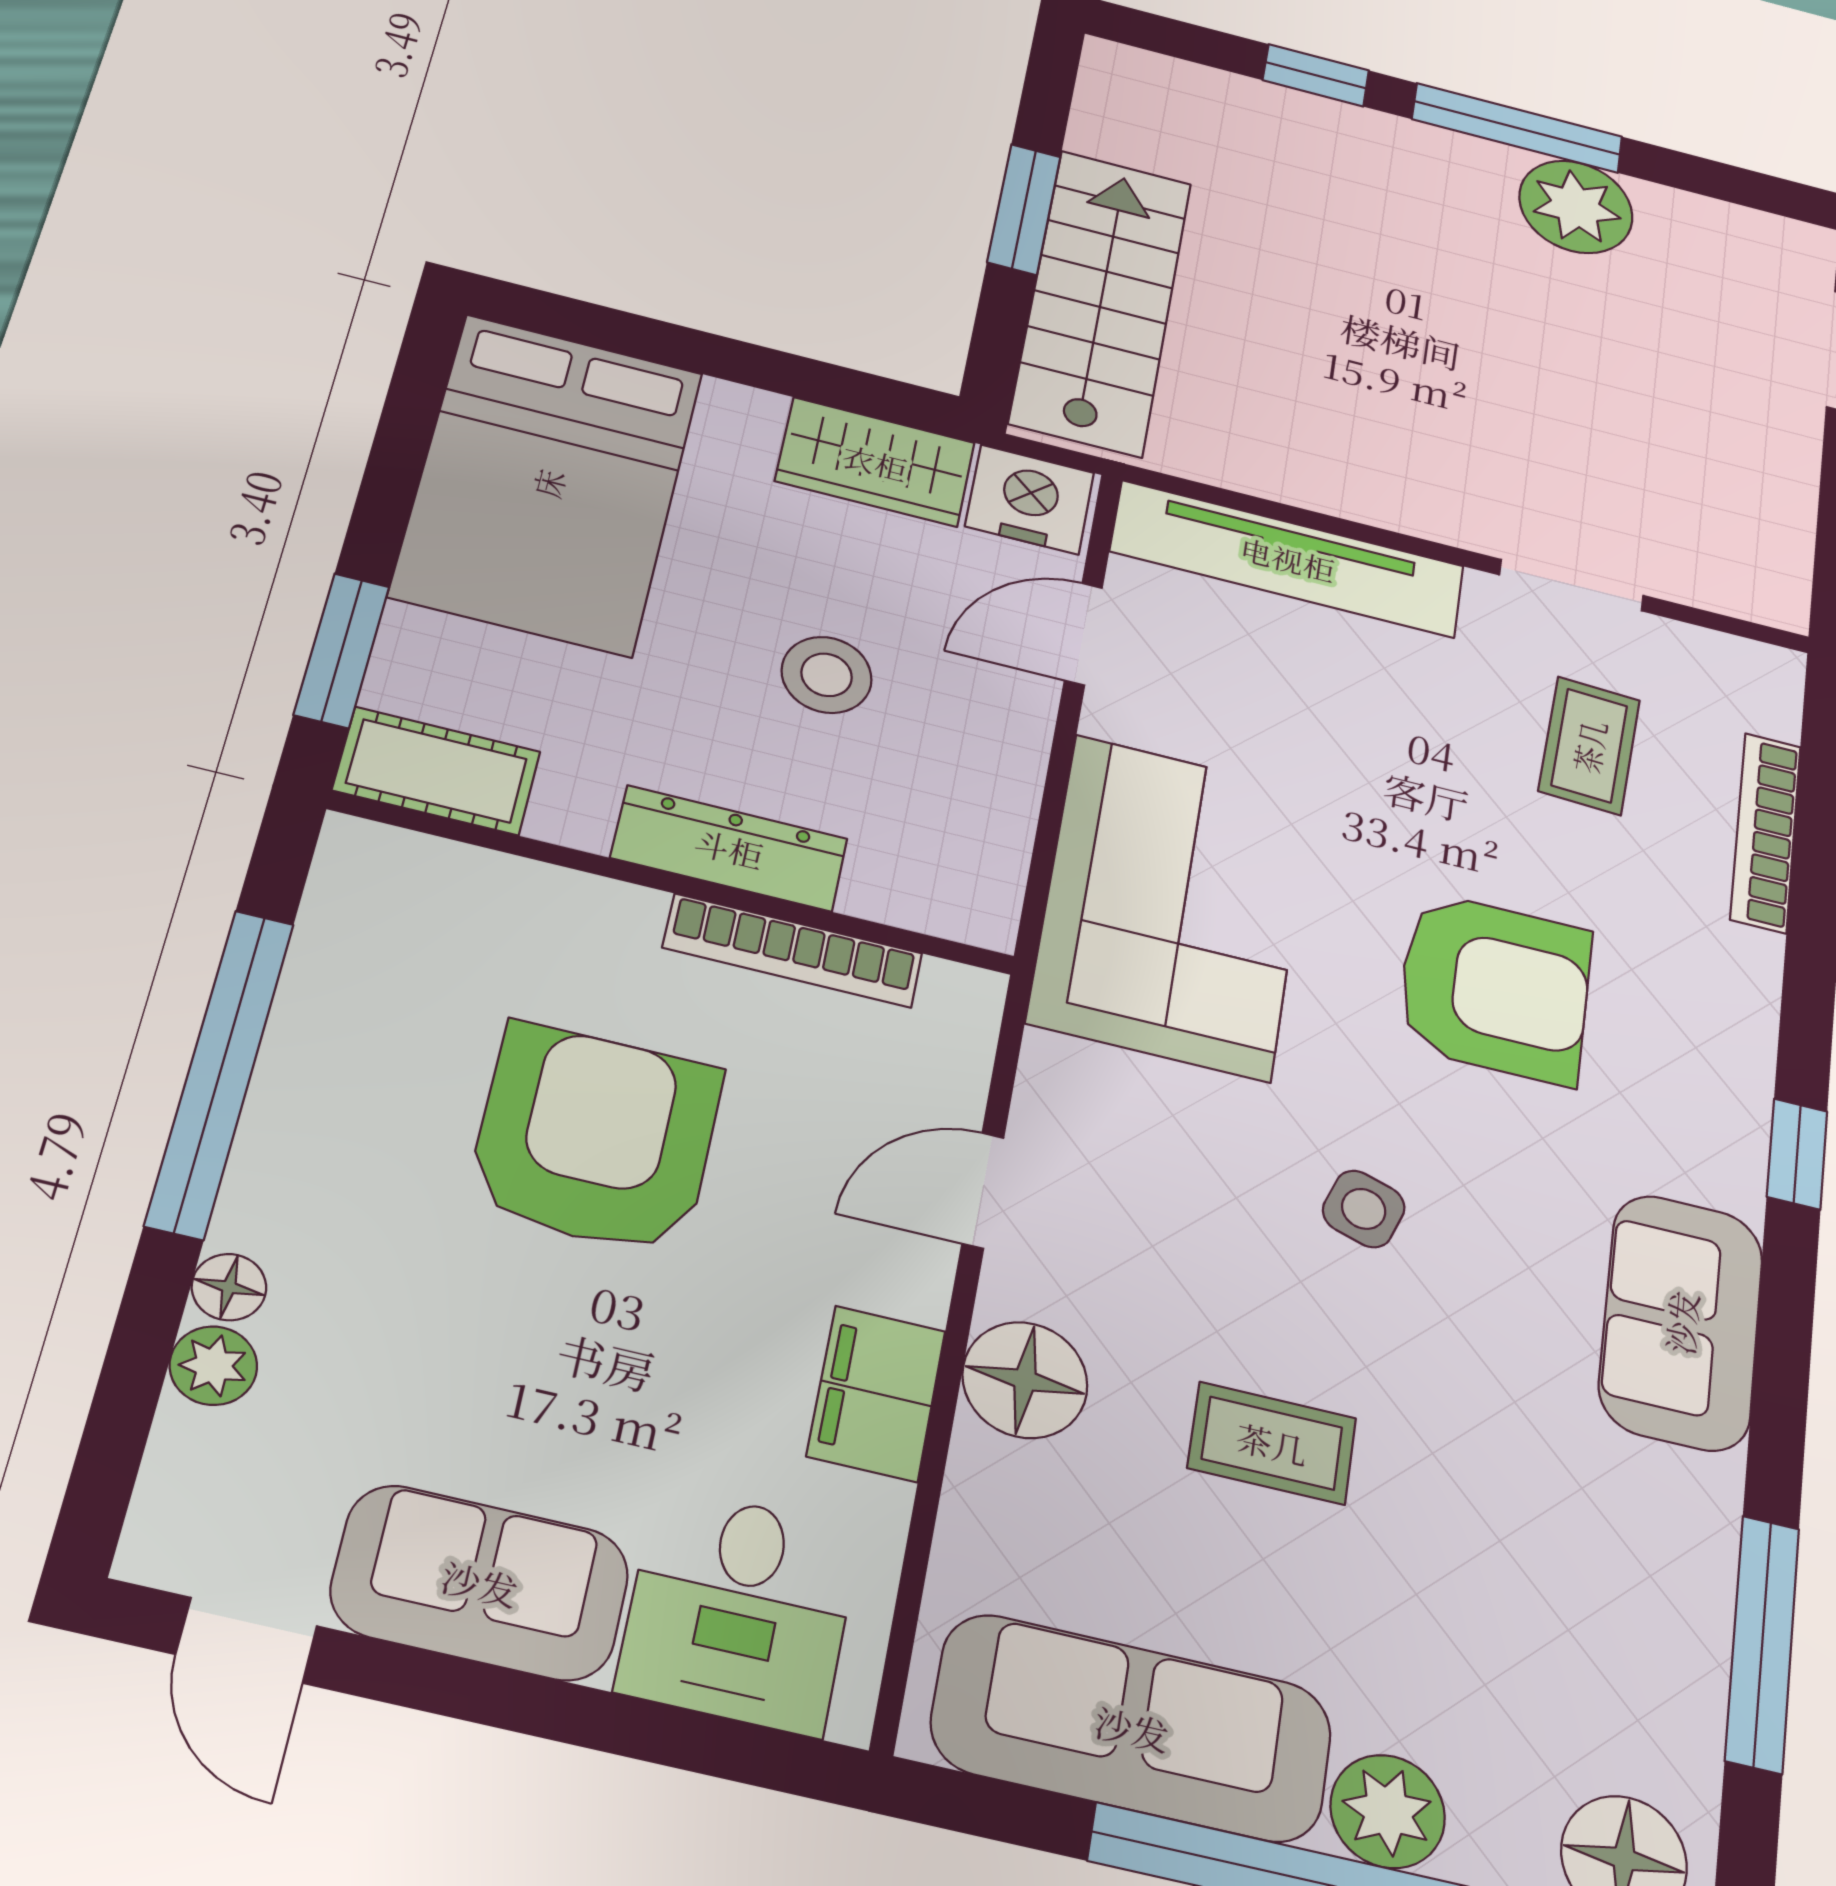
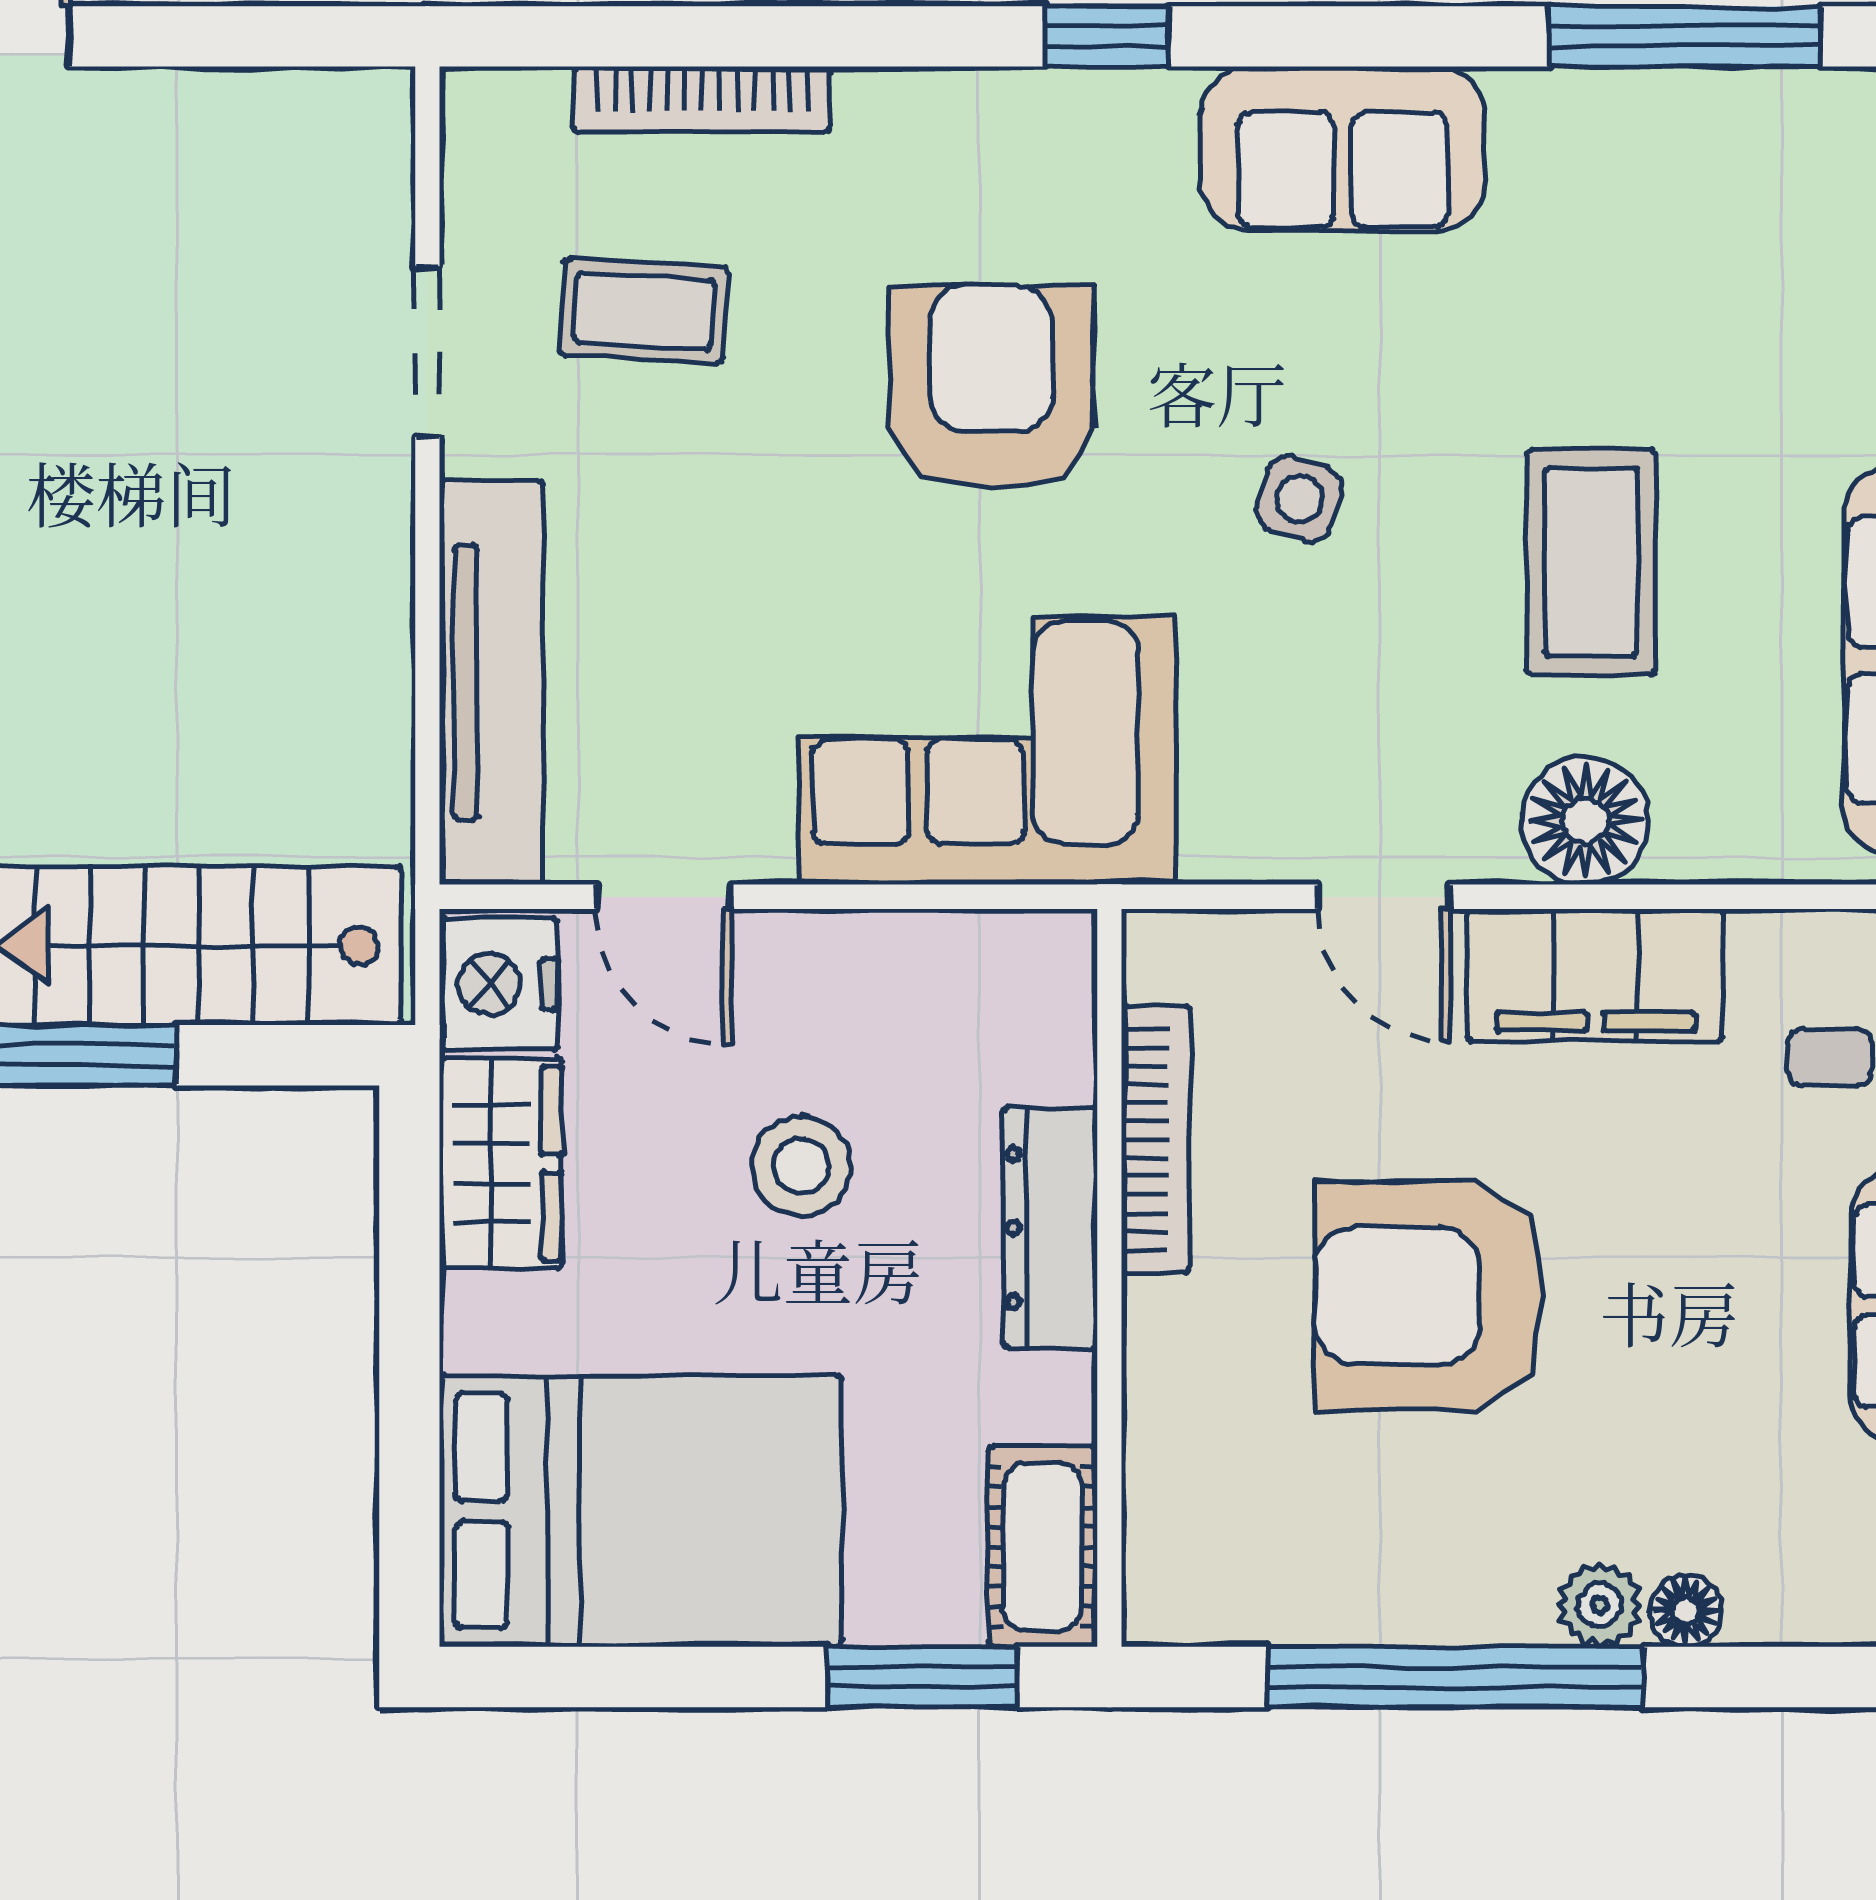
plant: (213, 1366) -> (1600, 1605), moved
filing cabinet: (876, 1393) -> (1595, 975), width x1.50, depth x1.17
coffee table: (1272, 1443) -> (1591, 562), width x1.36, depth x1.30

